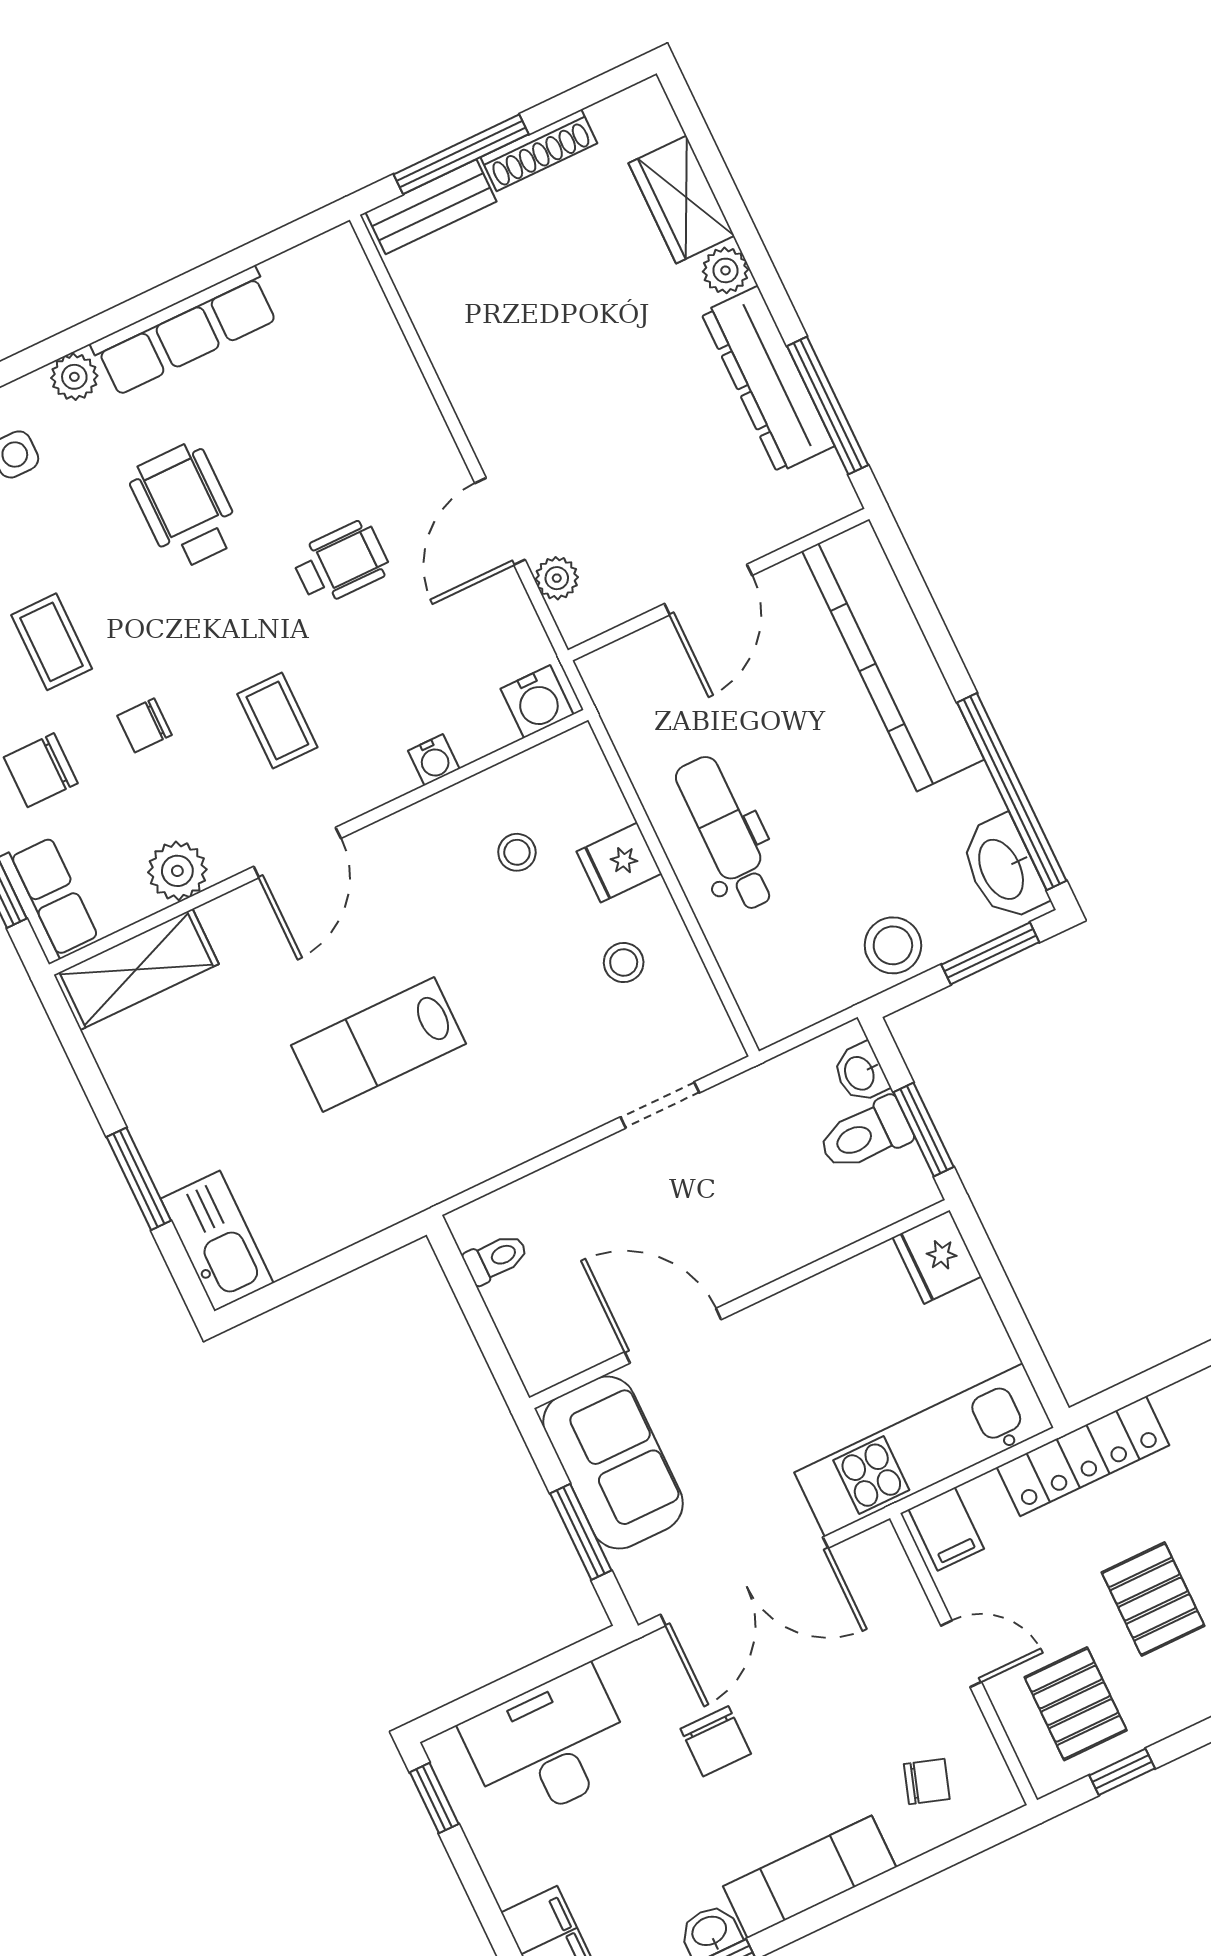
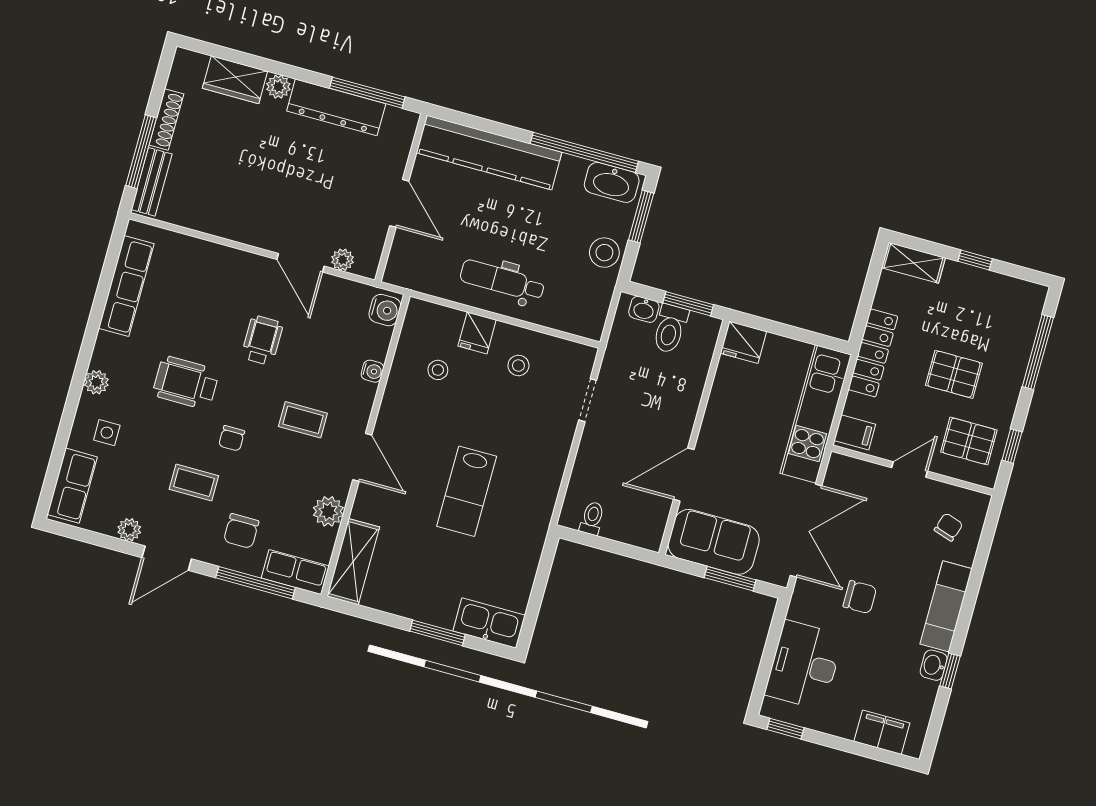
row of seats: (185, 331) -> (126, 286), moved
chair: (145, 725) -> (232, 438), moved

